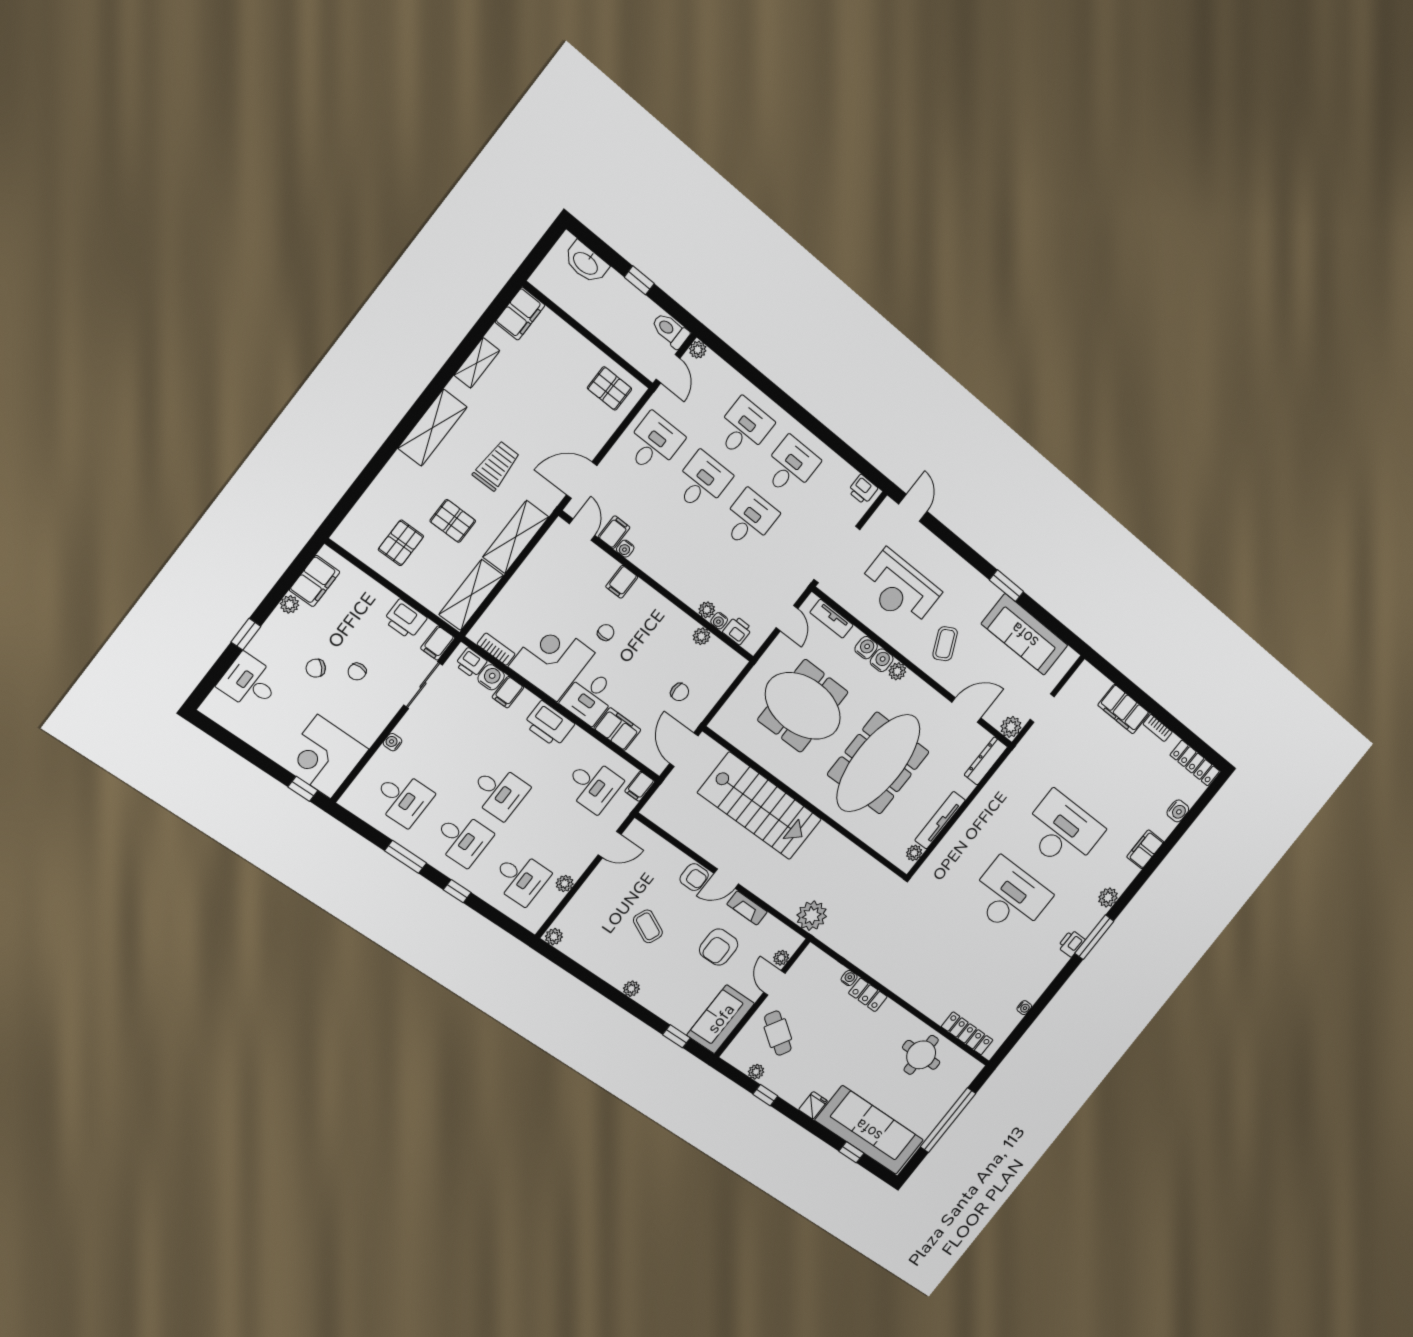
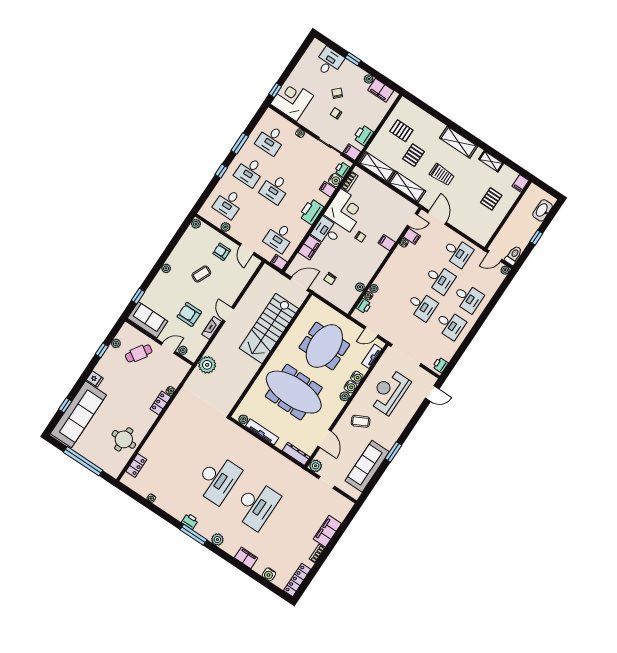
filing cabinet: (520, 314) -> (520, 183), width x0.50
pallet: (610, 388) -> (491, 199), moved
armchair: (694, 877) -> (222, 252), moved, turned 90
locker: (967, 1033) -> (136, 465), width x0.66

